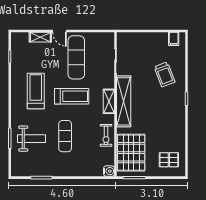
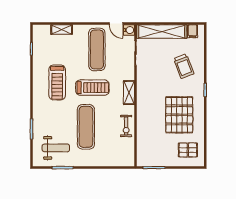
door: (60, 31) -> (116, 24), moved
treadmill: (36, 91) -> (57, 82), turned 180
shelving: (124, 101) -> (162, 32), moved, turned 90
exercise mat: (65, 136) -> (86, 127), width x1.36, depth x1.45
weight bench: (32, 139) -> (56, 148), moved
pallet: (131, 153) -> (179, 115), moved
water cooler: (109, 171) -> (129, 30), moved

